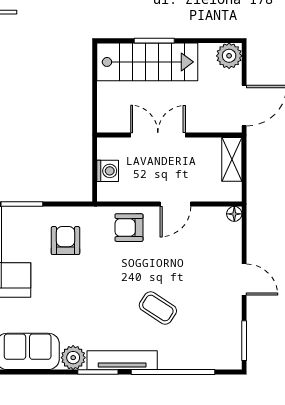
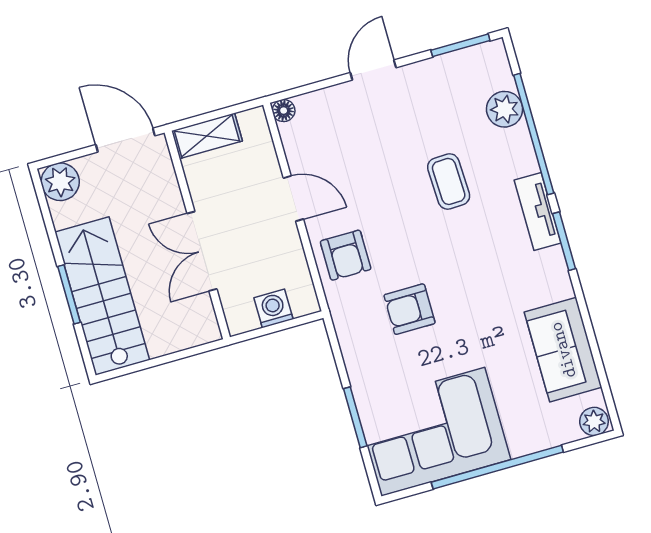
armchair: (65, 241) -> (410, 309), moved
coffee table: (158, 308) -> (449, 181), turned -35
plant: (73, 358) -> (505, 109), moved
tv unit: (122, 360) -> (538, 211), width x0.71

